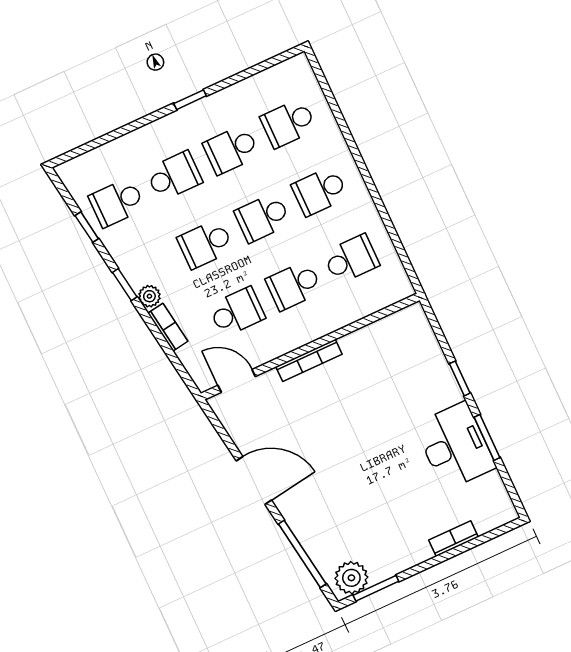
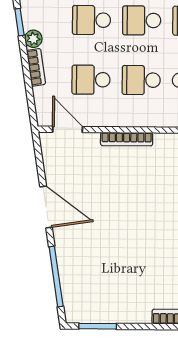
school desk: (237, 312) -> (91, 80), turned 180
plant: (351, 578) -> (83, 310), removed

